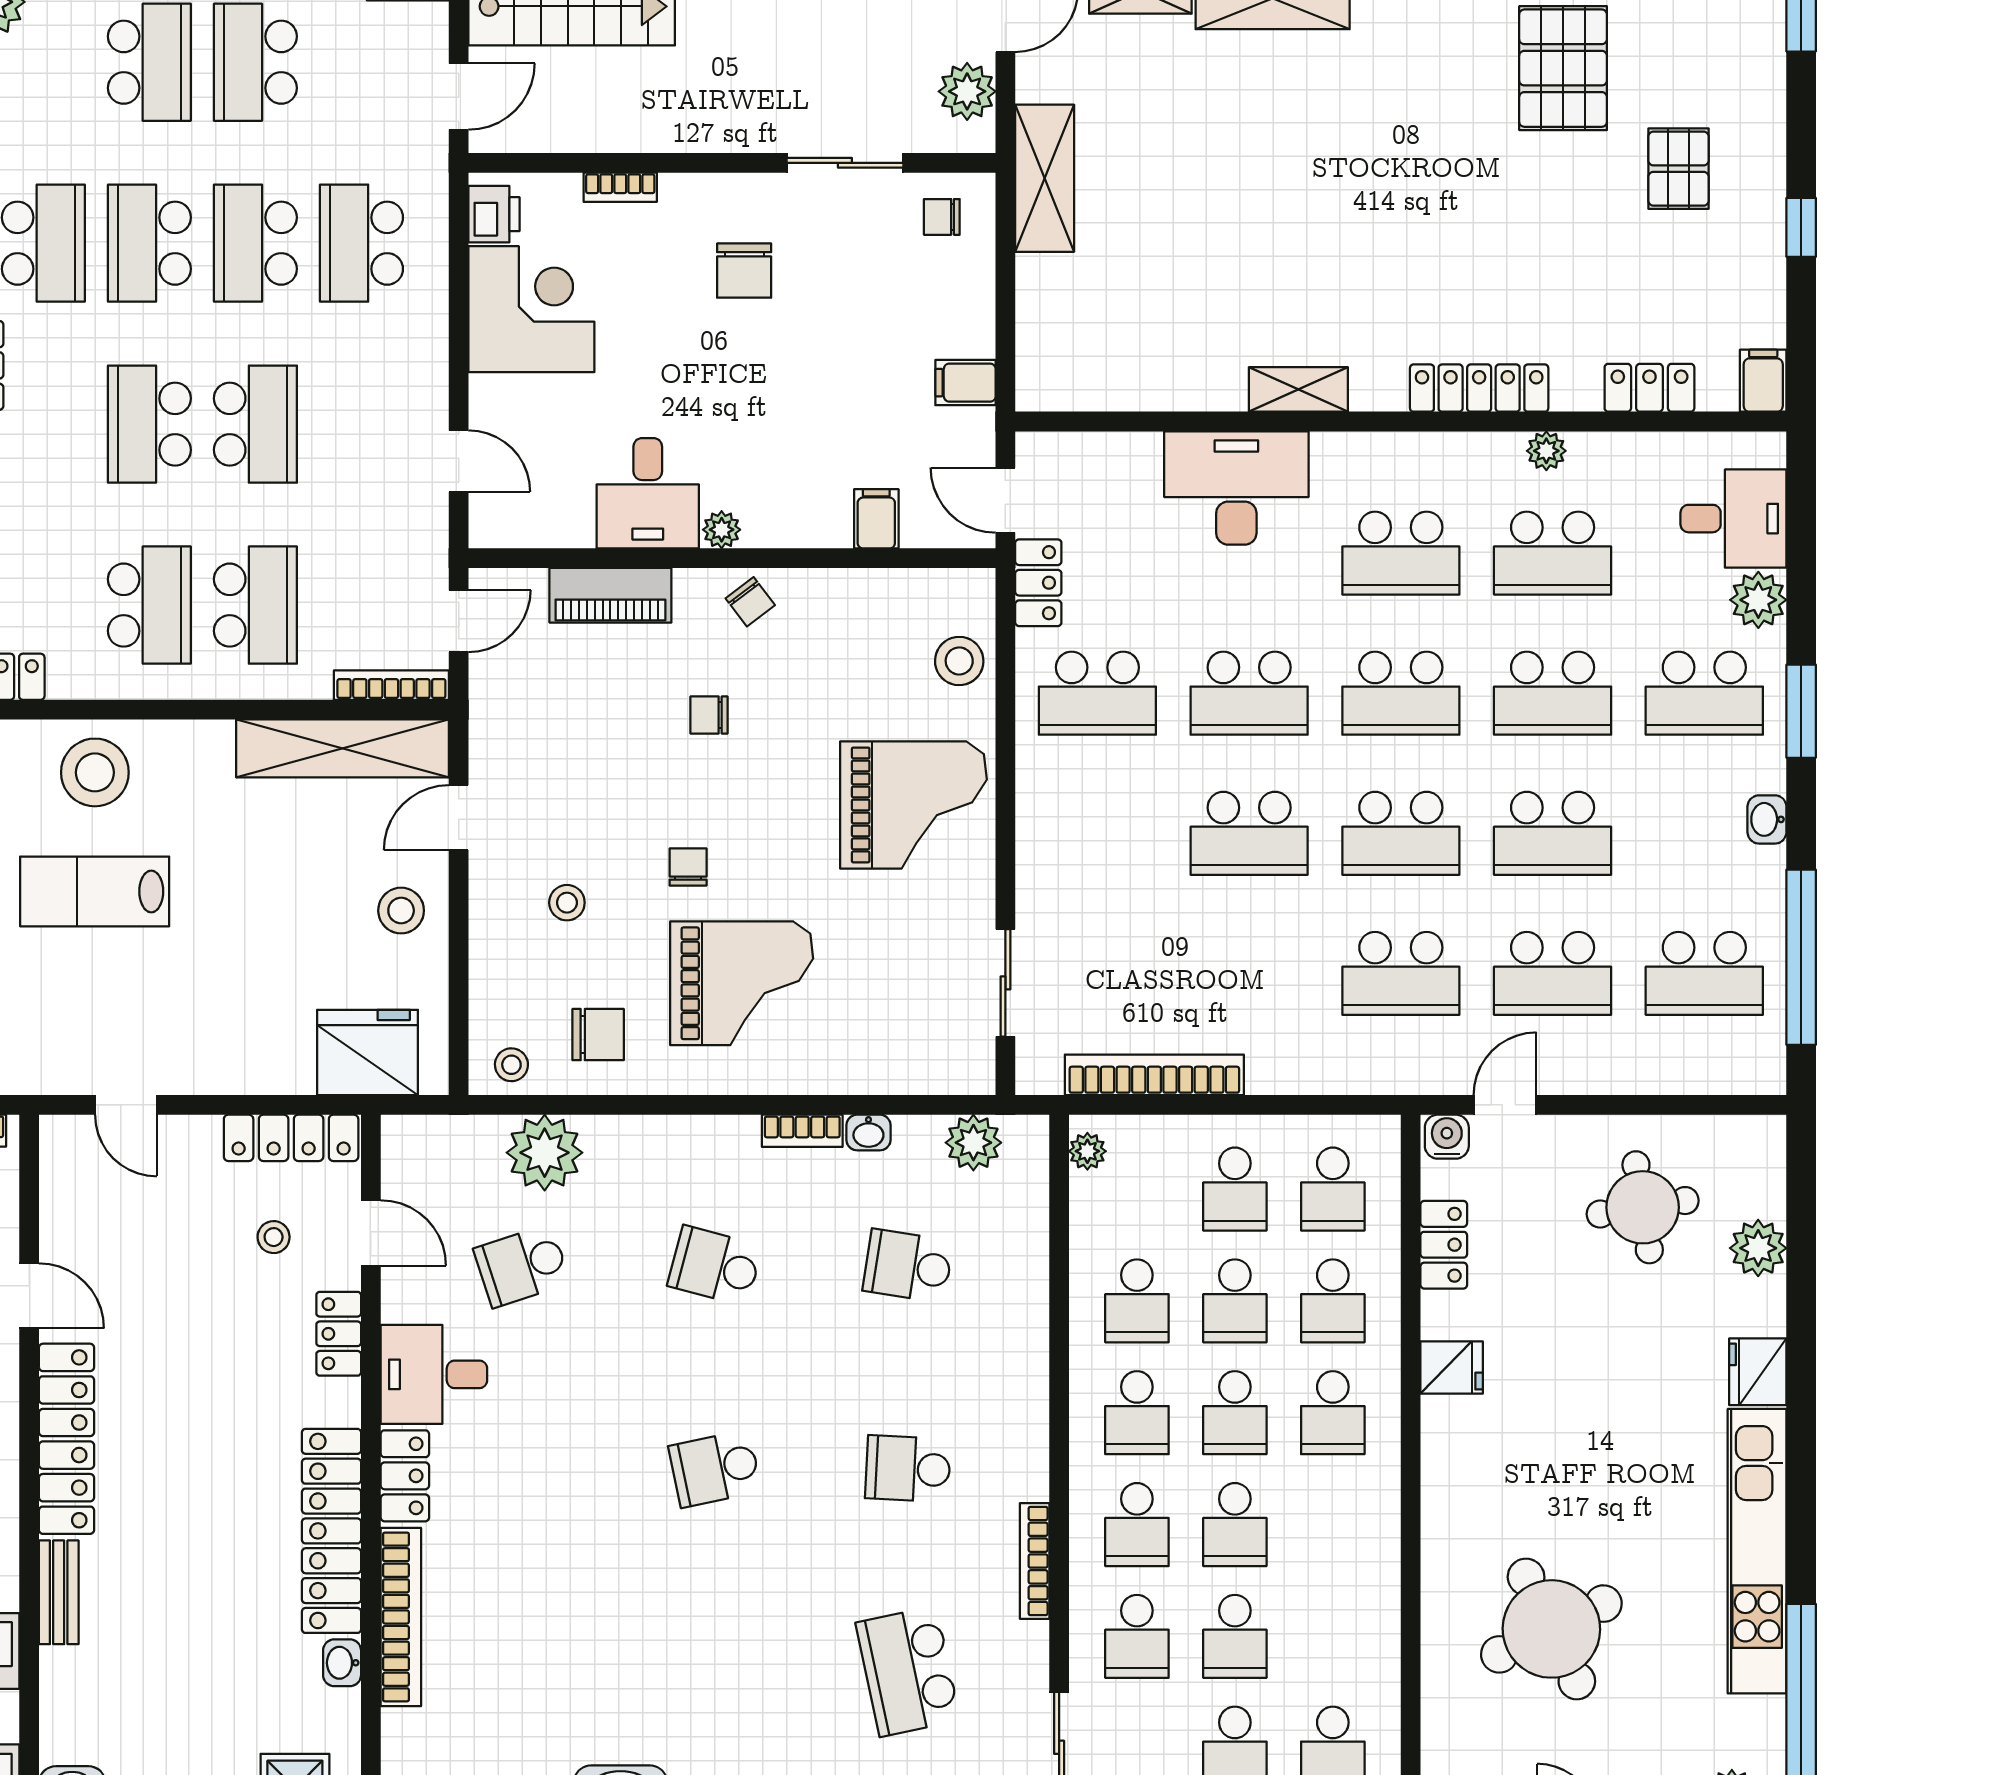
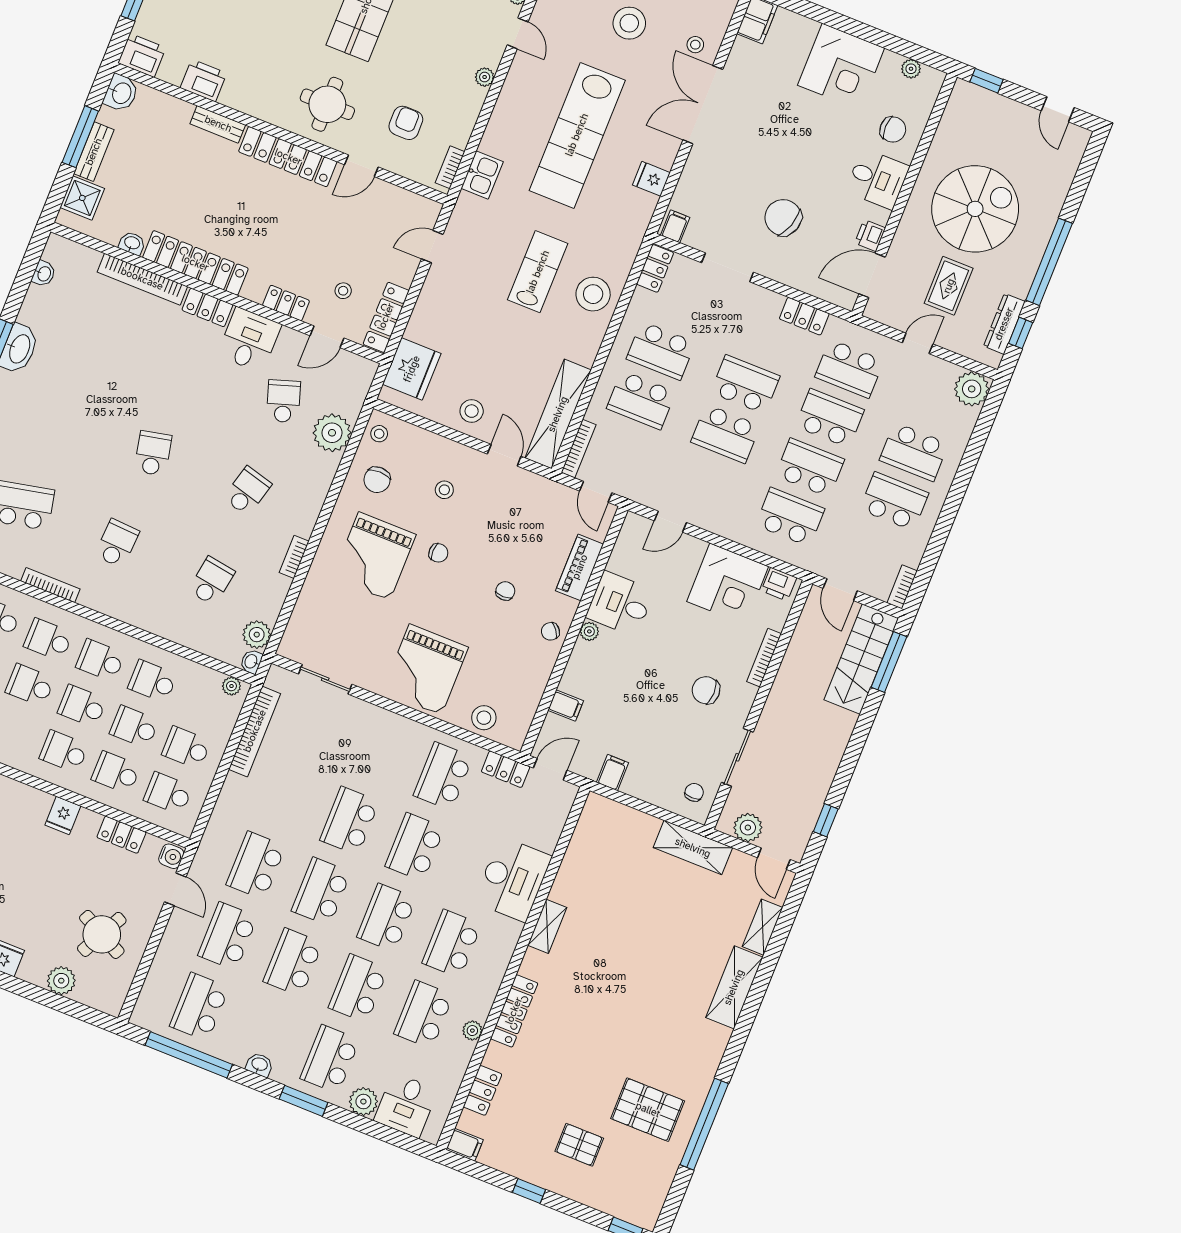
bookcase: (620, 187) -> (764, 658), width x1.56
washbasin: (868, 1133) -> (251, 662), moved
round table: (1643, 1207) -> (102, 934), turned 36

